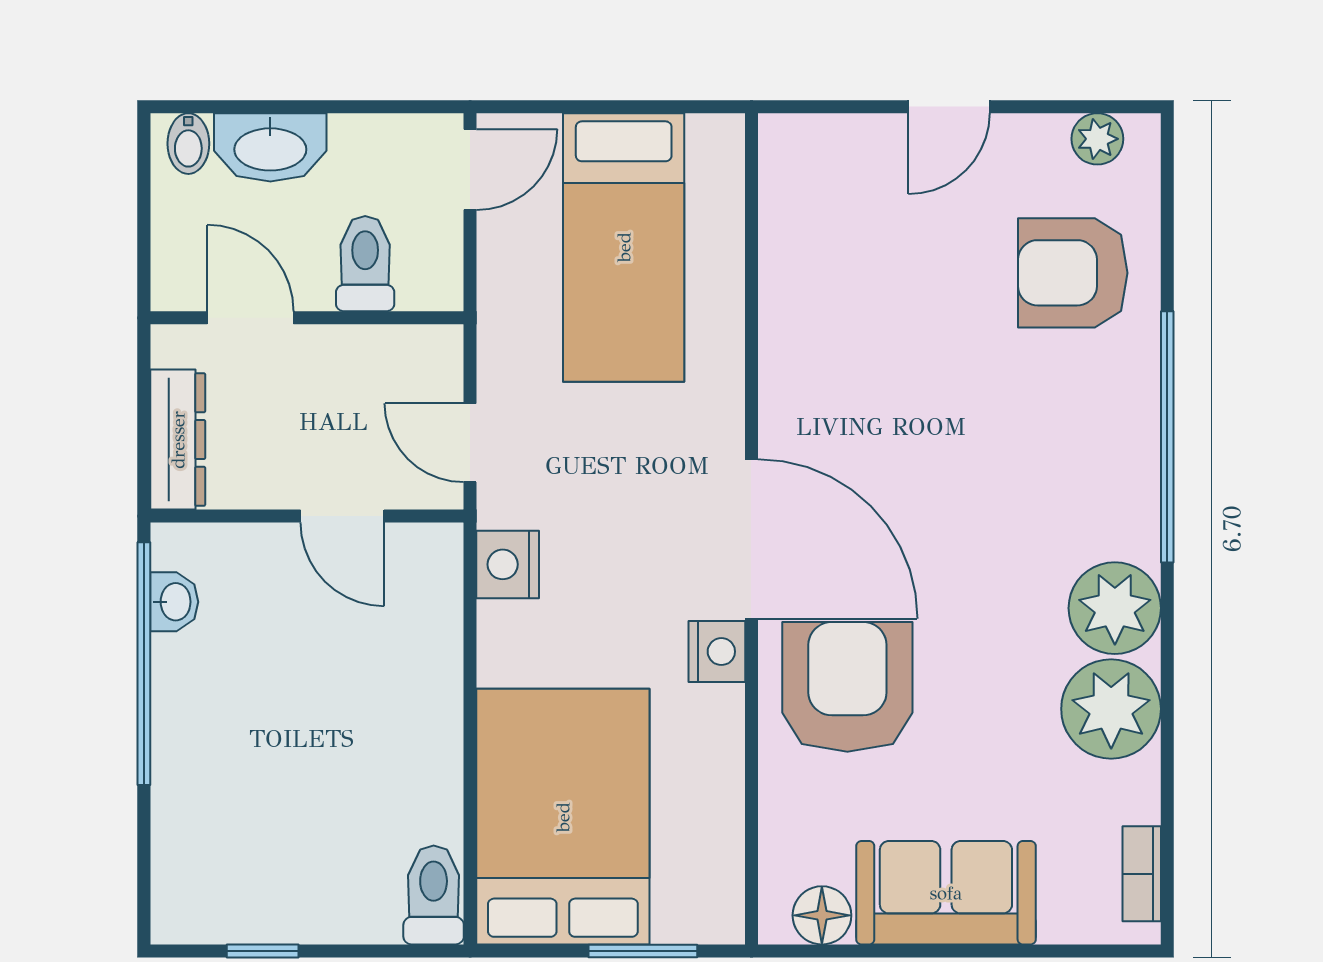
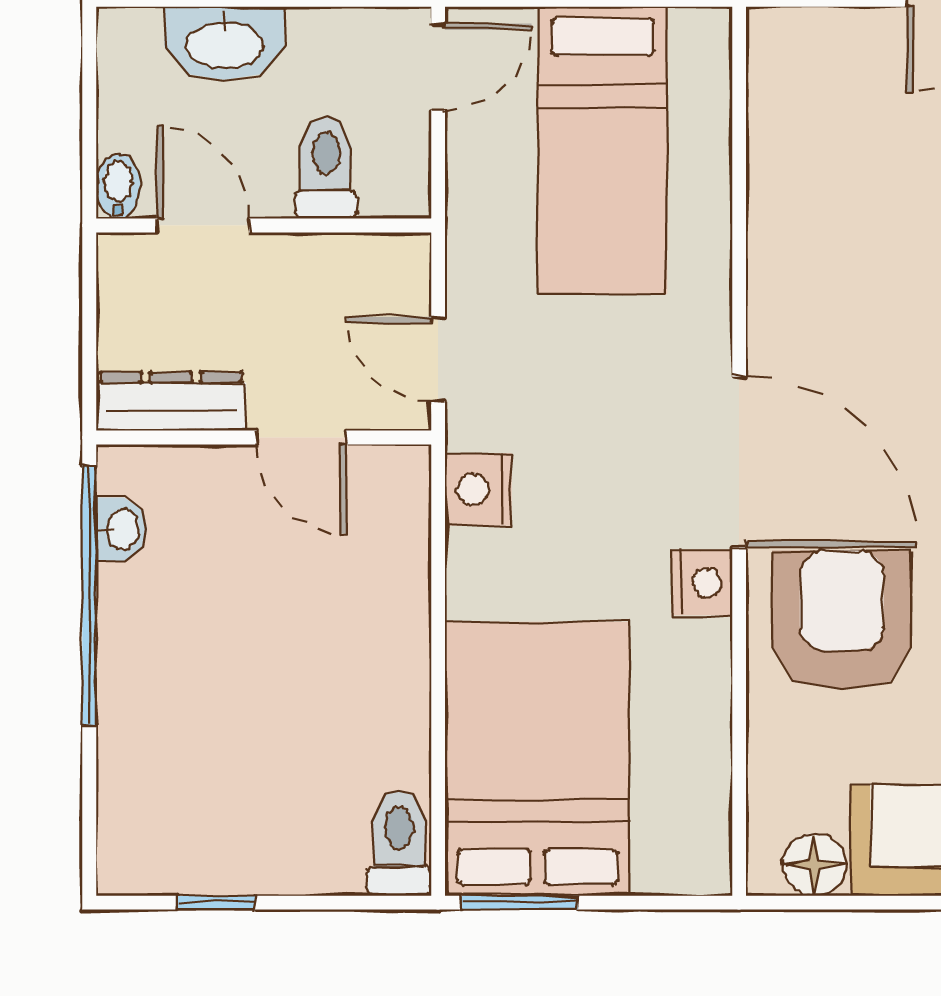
bidet: (188, 144) -> (118, 186), moved, turned 180
dresser: (178, 440) -> (171, 401), moved, turned -90
window: (643, 951) -> (520, 903), moved

